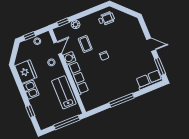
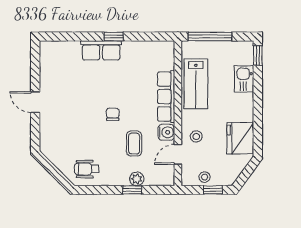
window: (63, 22) -> (132, 190), moved
window: (160, 66) -> (35, 64), removed
row of seats: (149, 80) -> (101, 50), moved
kitchen sink: (31, 90) -> (244, 79), moved
window: (122, 100) -> (114, 37), width x0.46
window: (30, 111) -> (258, 55), moved

